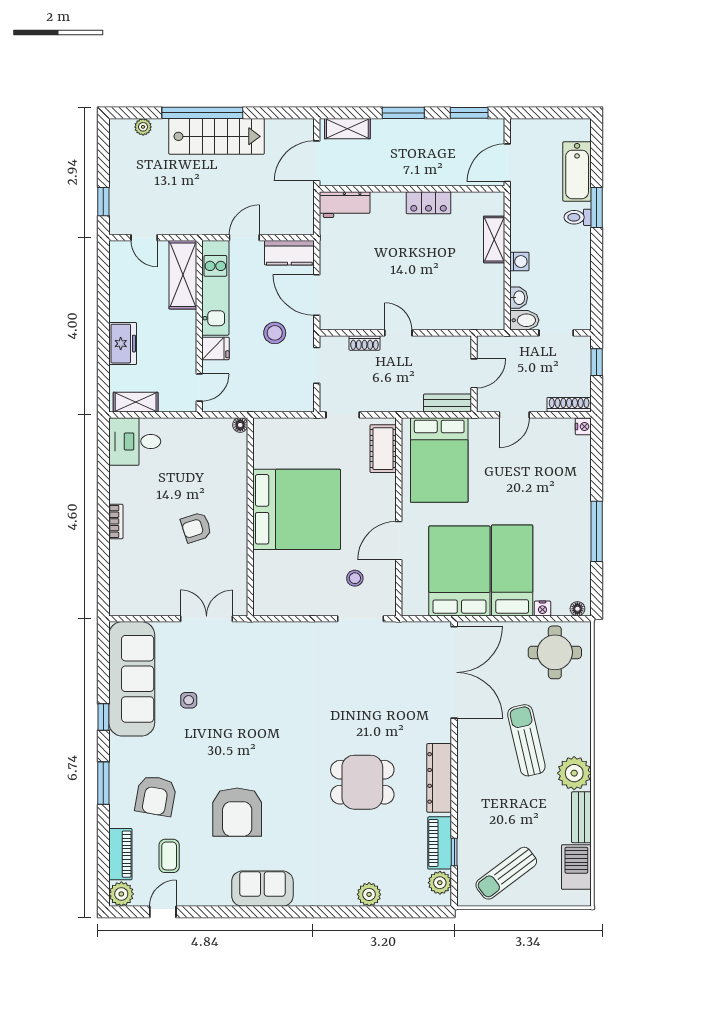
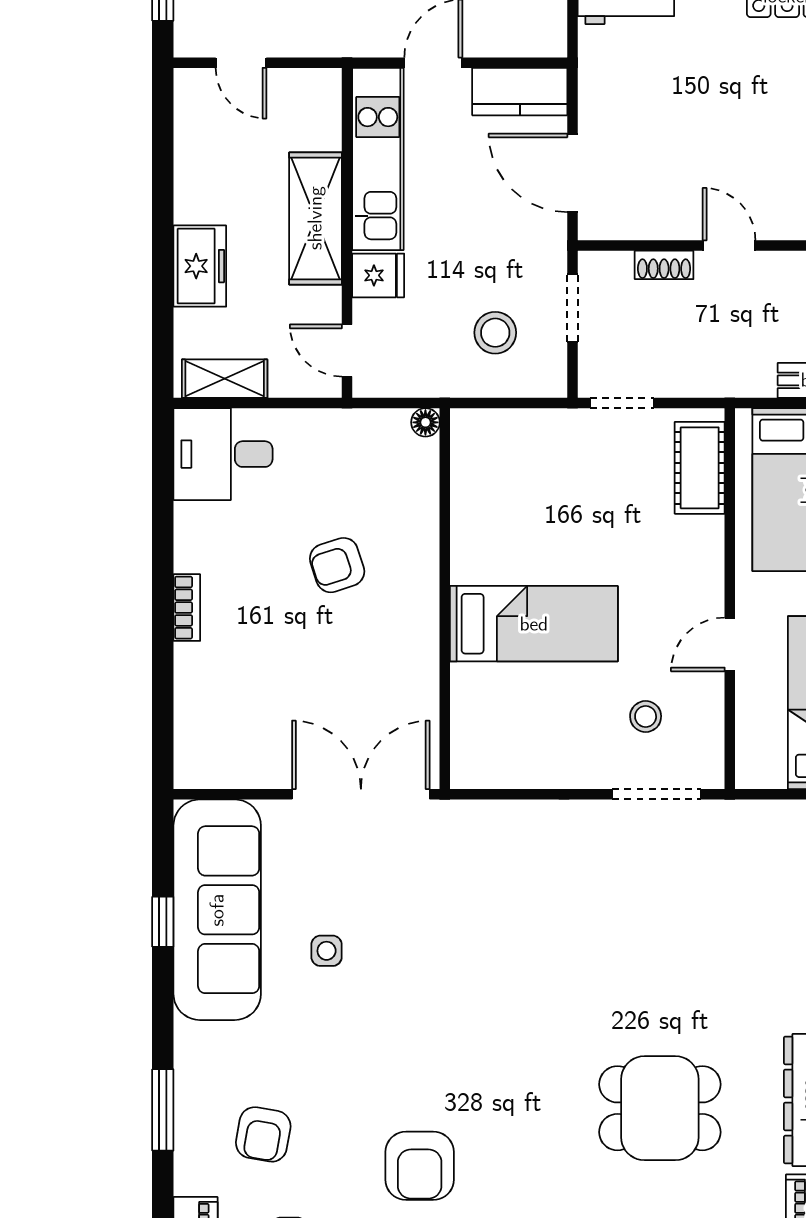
shelving: (183, 275) -> (315, 218), moved
stool: (275, 333) -> (495, 333), moved
door: (199, 388) -> (347, 350), swing flipped
bed: (297, 509) -> (534, 624), width x0.49
armchair: (196, 527) -> (337, 565), moved
door: (399, 541) -> (730, 644), width x0.73
double door: (207, 619) -> (361, 794), width x1.37
window: (103, 717) -> (163, 922), moved
armchair: (156, 796) -> (263, 1134), width x0.72, depth x0.72
armchair: (237, 812) -> (420, 1166), width x0.73, depth x0.73

